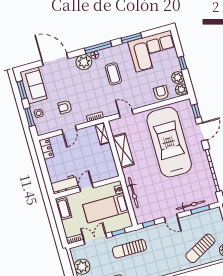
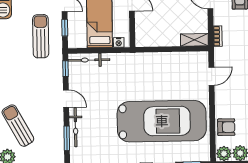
shelving: (123, 151) -> (166, 61), removed
bicycle: (133, 193) -> (89, 60), moved
door: (171, 218) -> (66, 99), swing flipped

